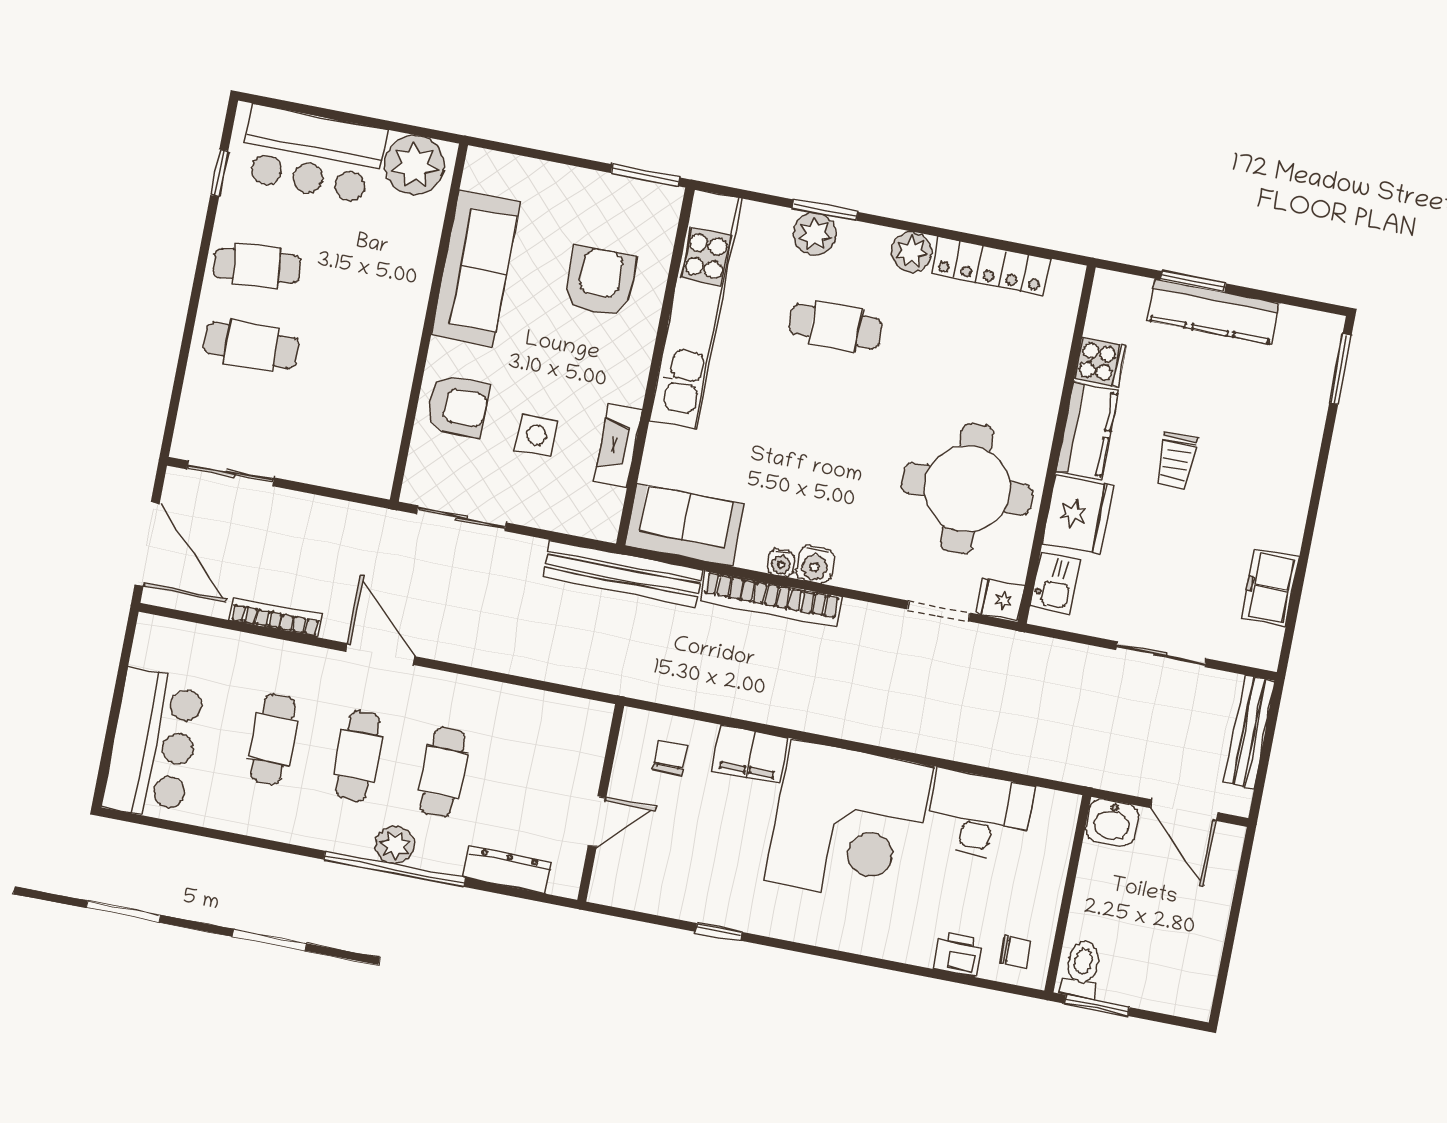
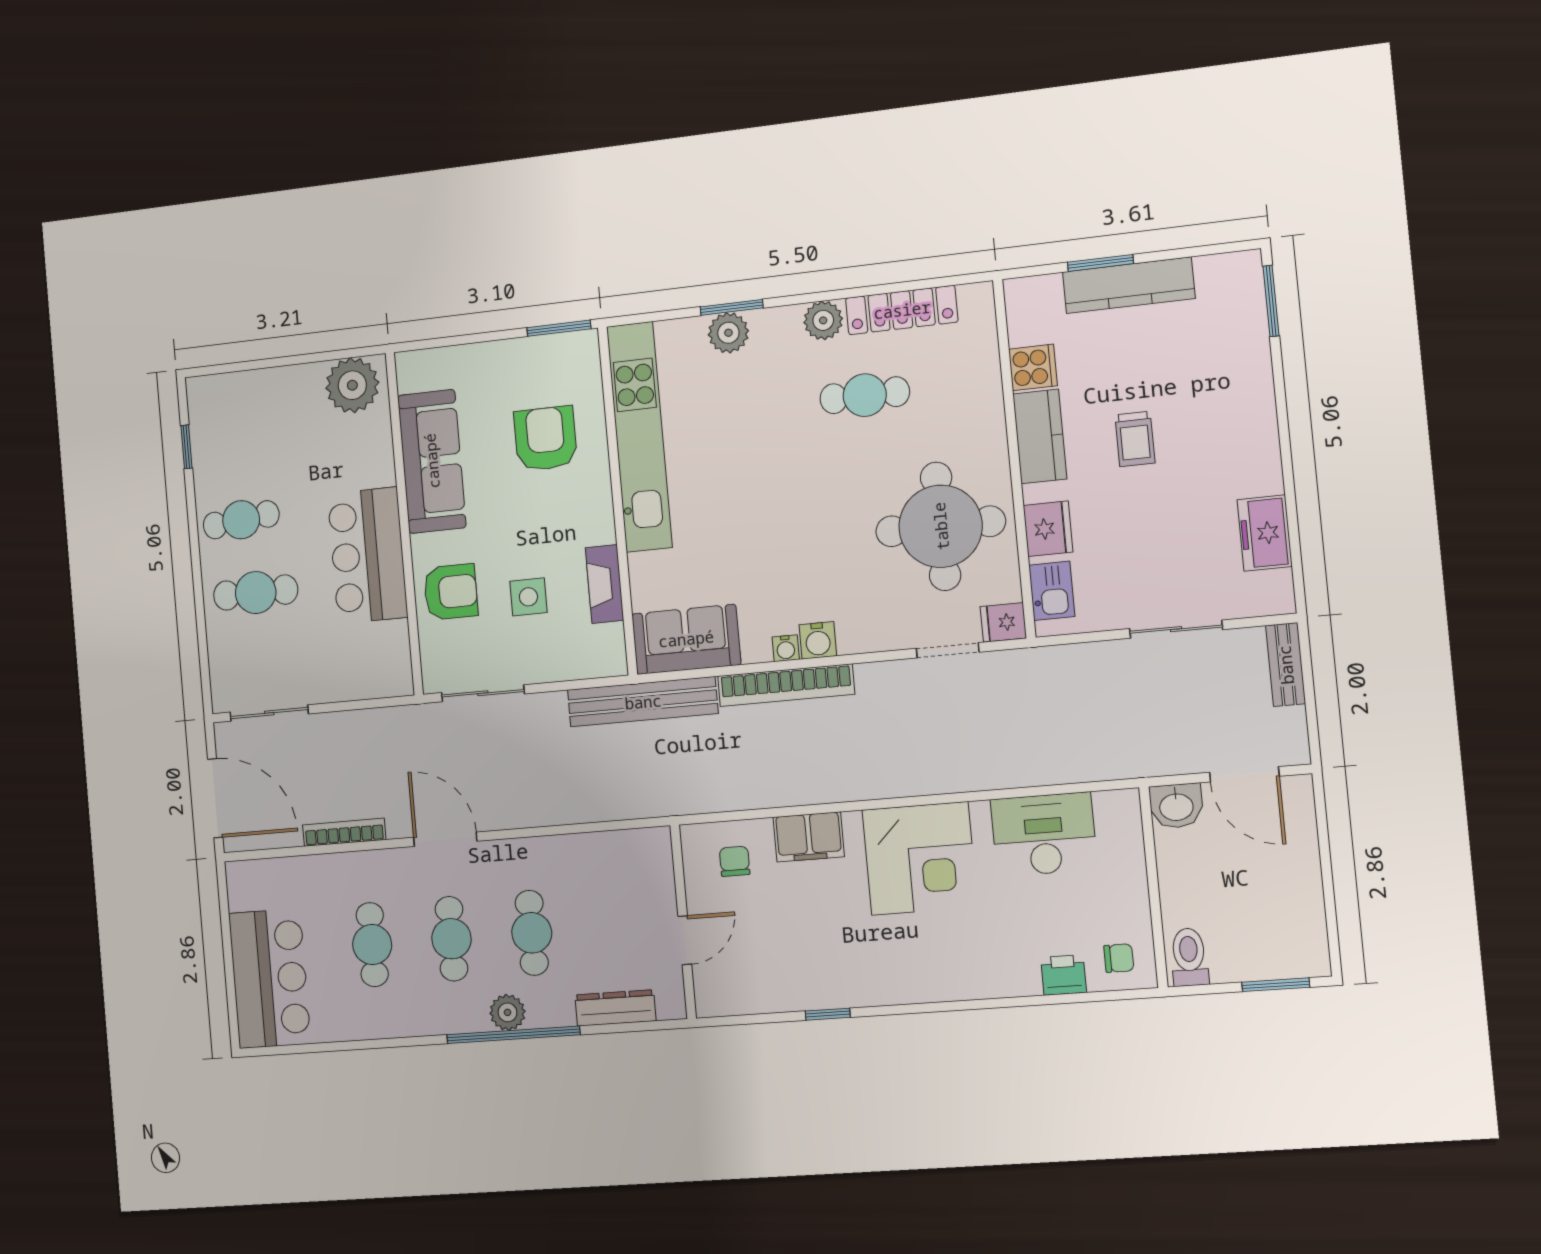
bar counter: (313, 154) -> (368, 555), moved, turned 90
cafe table: (836, 326) -> (865, 395), moved
fridge: (1078, 514) -> (1048, 529), width x0.73, depth x0.75
bench: (1250, 732) -> (1286, 665), width x0.73
corner desk: (849, 824) -> (920, 858), width x0.74, depth x0.74
window: (1097, 1005) -> (1276, 985), moved

